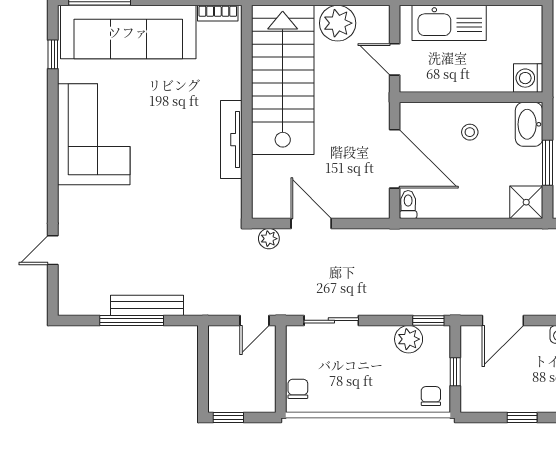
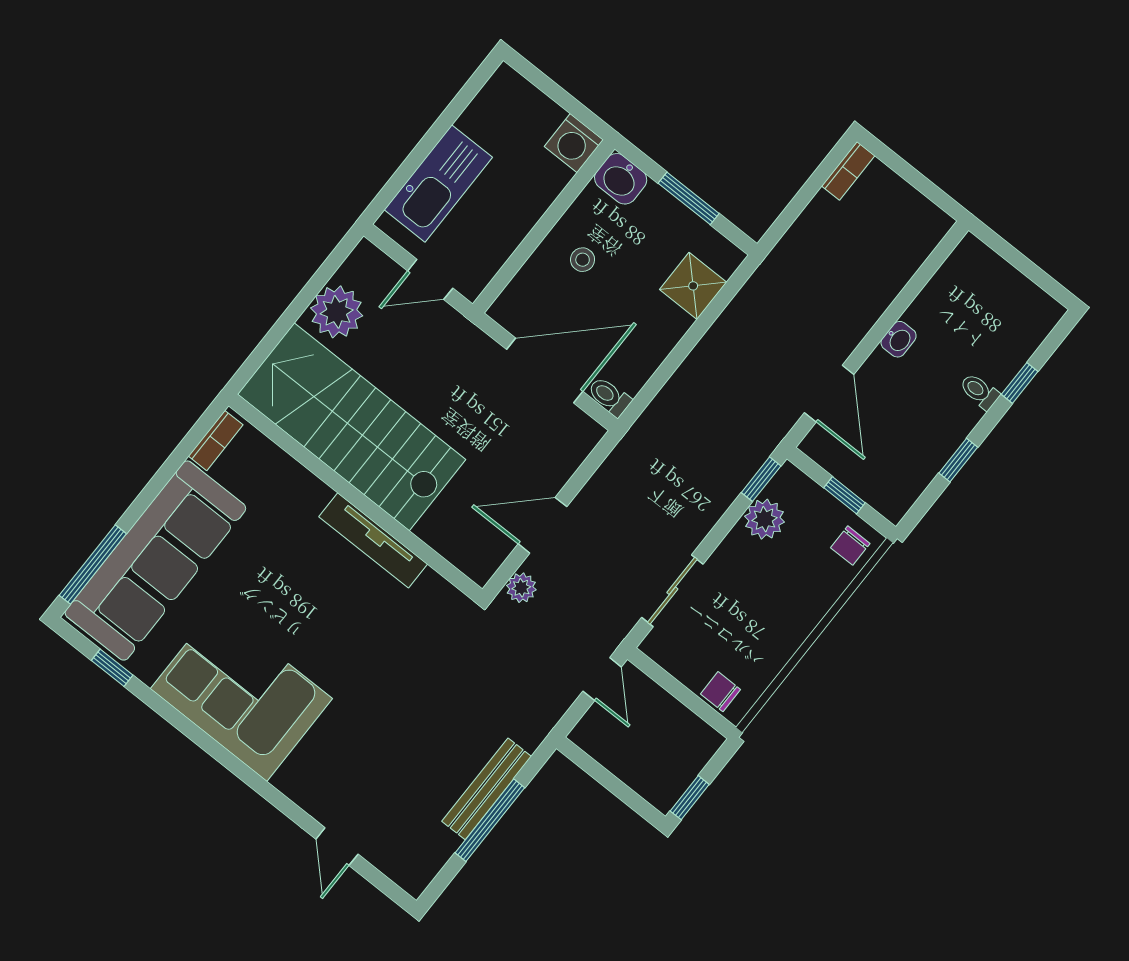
washbasin: (529, 124) -> (621, 179), width x0.72
shower: (526, 202) -> (693, 286), moved
chair: (431, 396) -> (850, 546), turned -90

